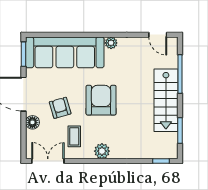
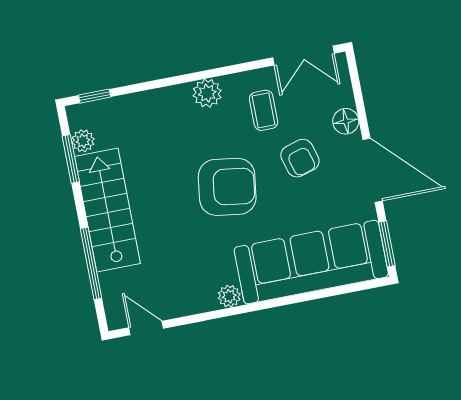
armchair: (101, 100) -> (227, 187), turned -82
plant: (172, 139) -> (83, 141), added

